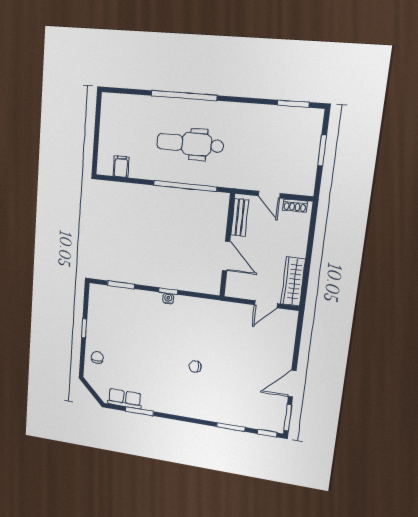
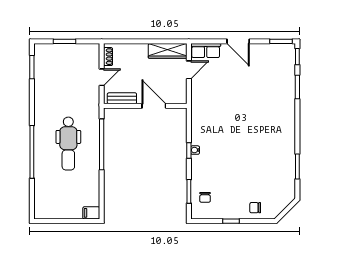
filing cabinet: (121, 167) -> (91, 213), moved
door: (226, 256) -> (154, 106), hinge flipped
door: (266, 304) -> (189, 70), hinge flipped
chair: (195, 366) -> (205, 197), moved
door: (292, 384) -> (238, 41), moved
row of seats: (125, 399) -> (206, 51), moved, turned -90

